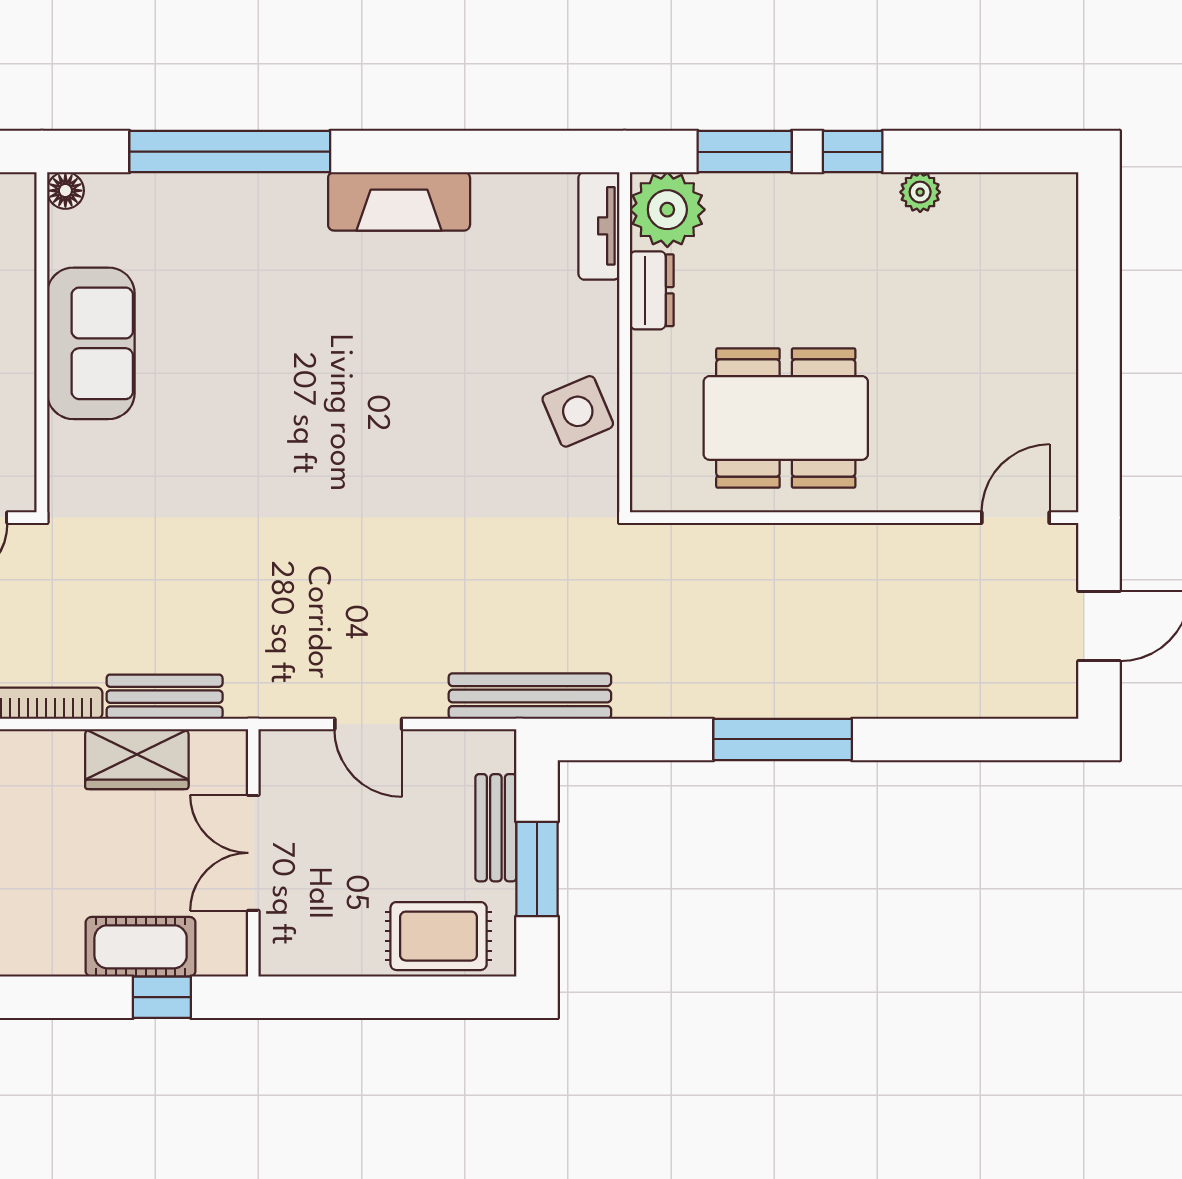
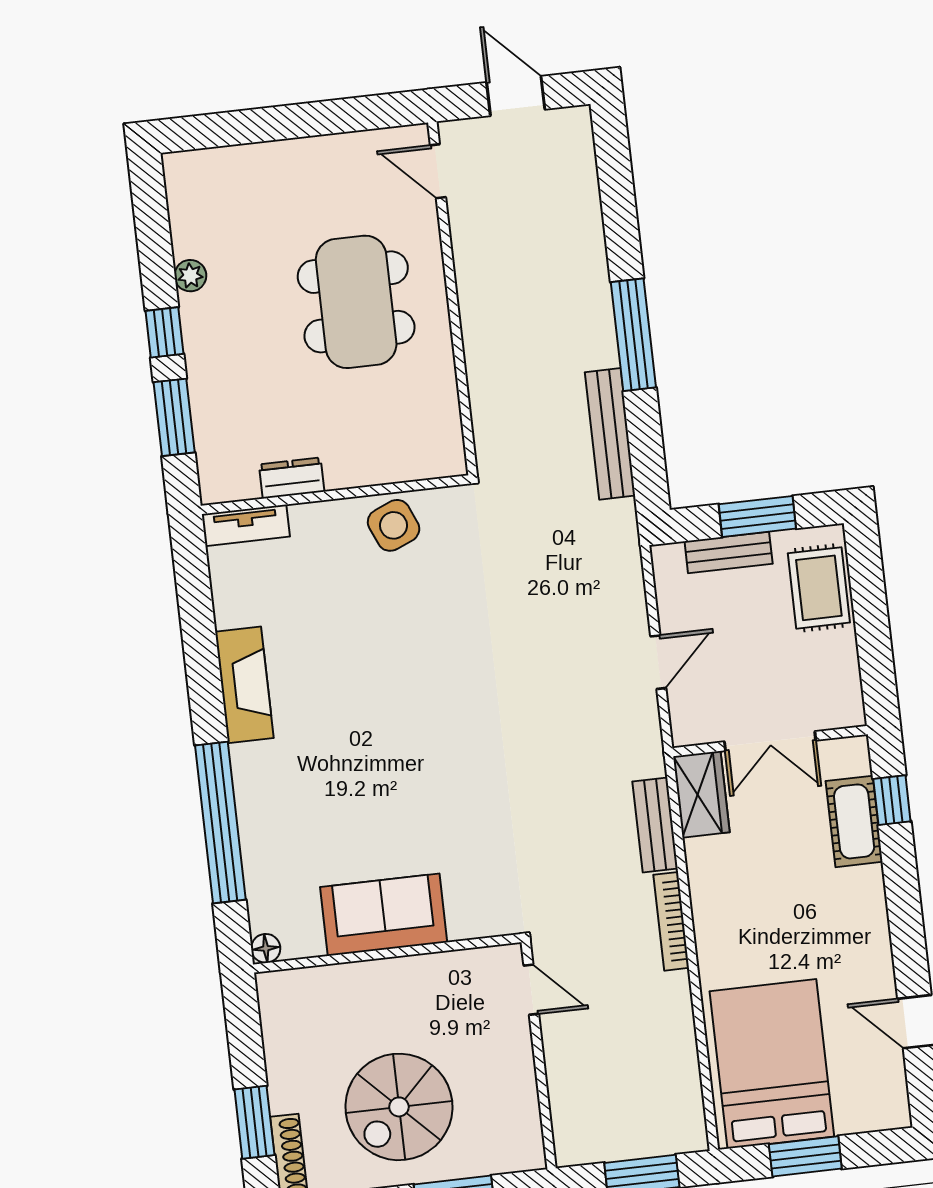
plant: (667, 210) -> (227, 473), removed
dining table: (786, 418) -> (356, 302), moved
bench: (530, 696) -> (610, 434), moved
wardrobe: (137, 759) -> (701, 794), moved

